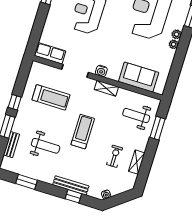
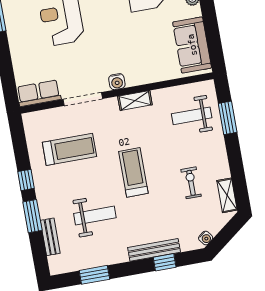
sofa: (139, 77) -> (192, 45), moved, turned -90
shelving: (137, 162) -> (227, 195), moved

